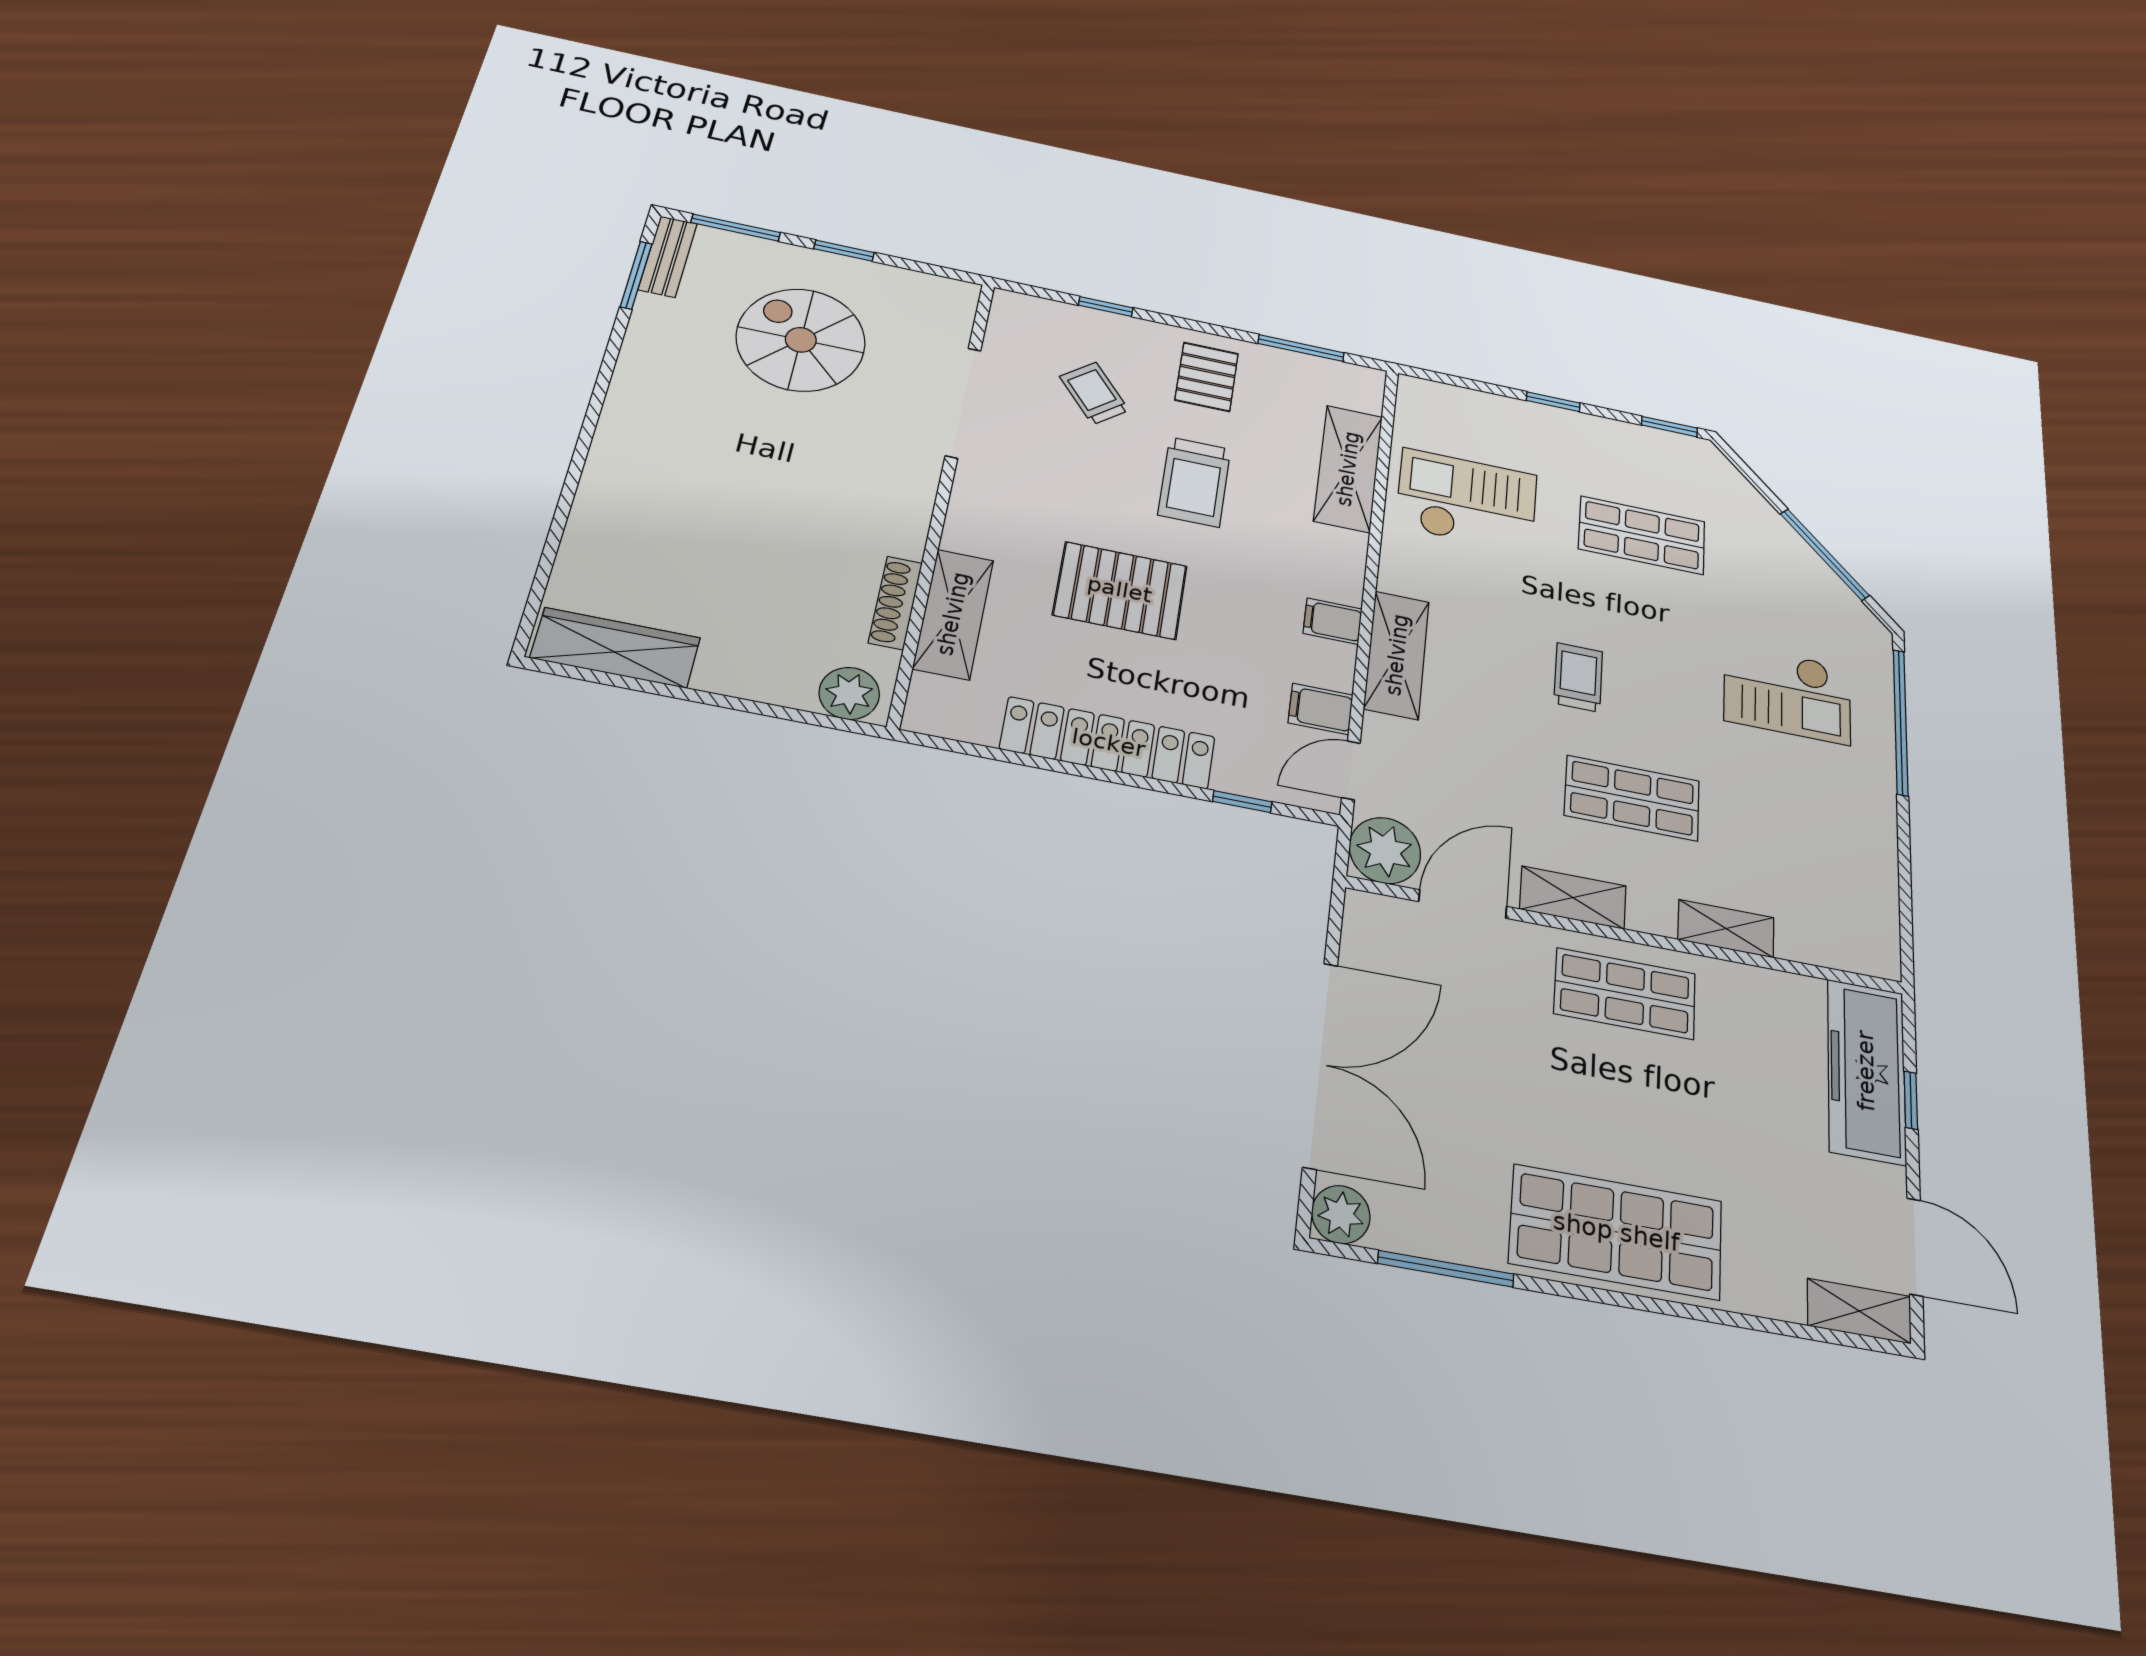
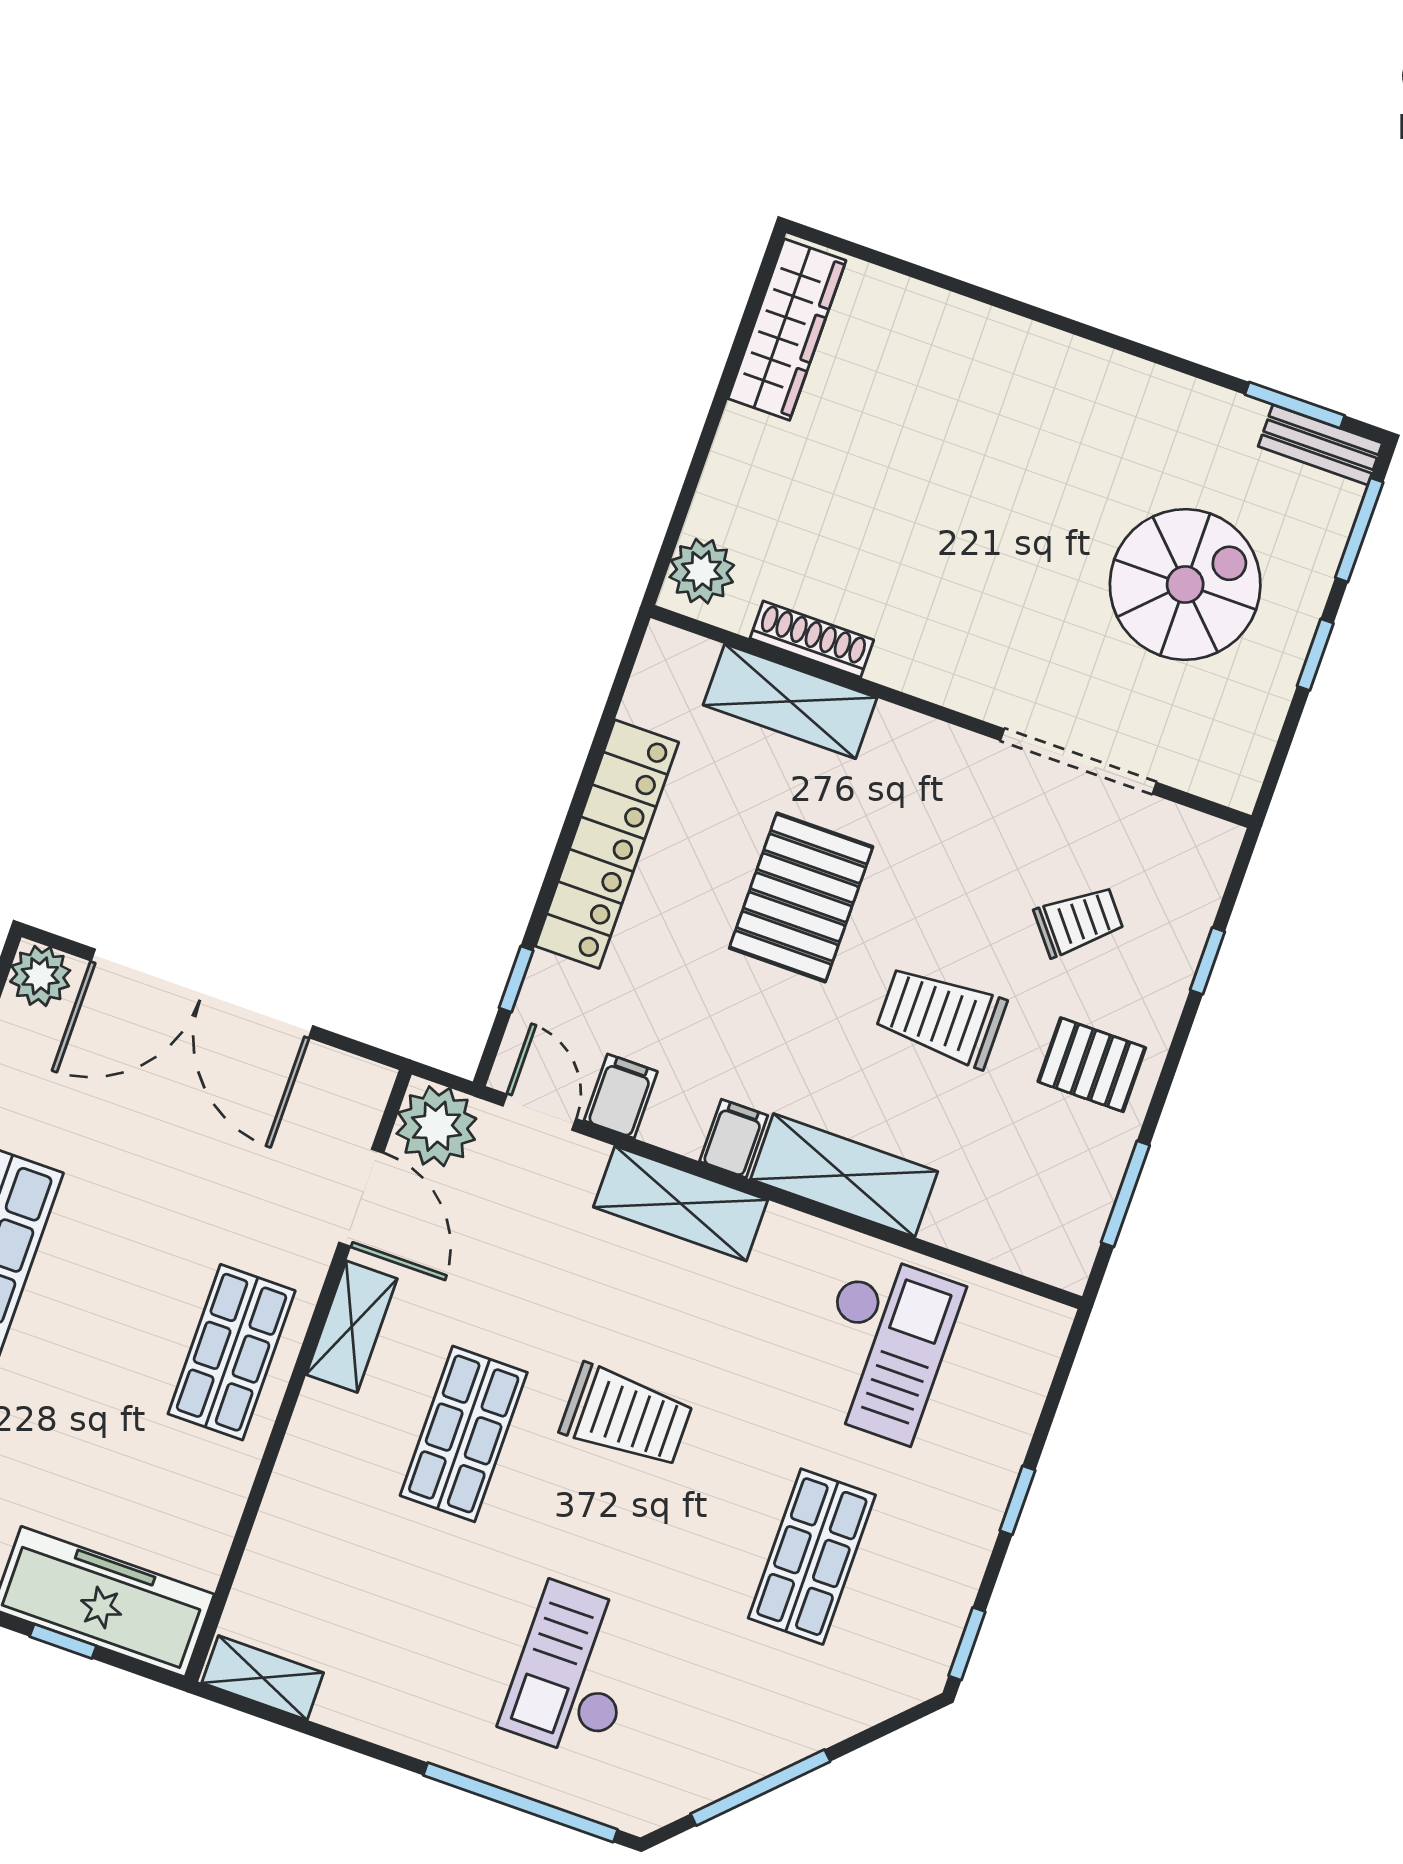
shelving: (1348, 469) -> (844, 1175), moved
trolley: (1578, 677) -> (626, 1416), width x1.36, depth x1.39
shelving: (1726, 929) -> (263, 1678), moved, turned 90

